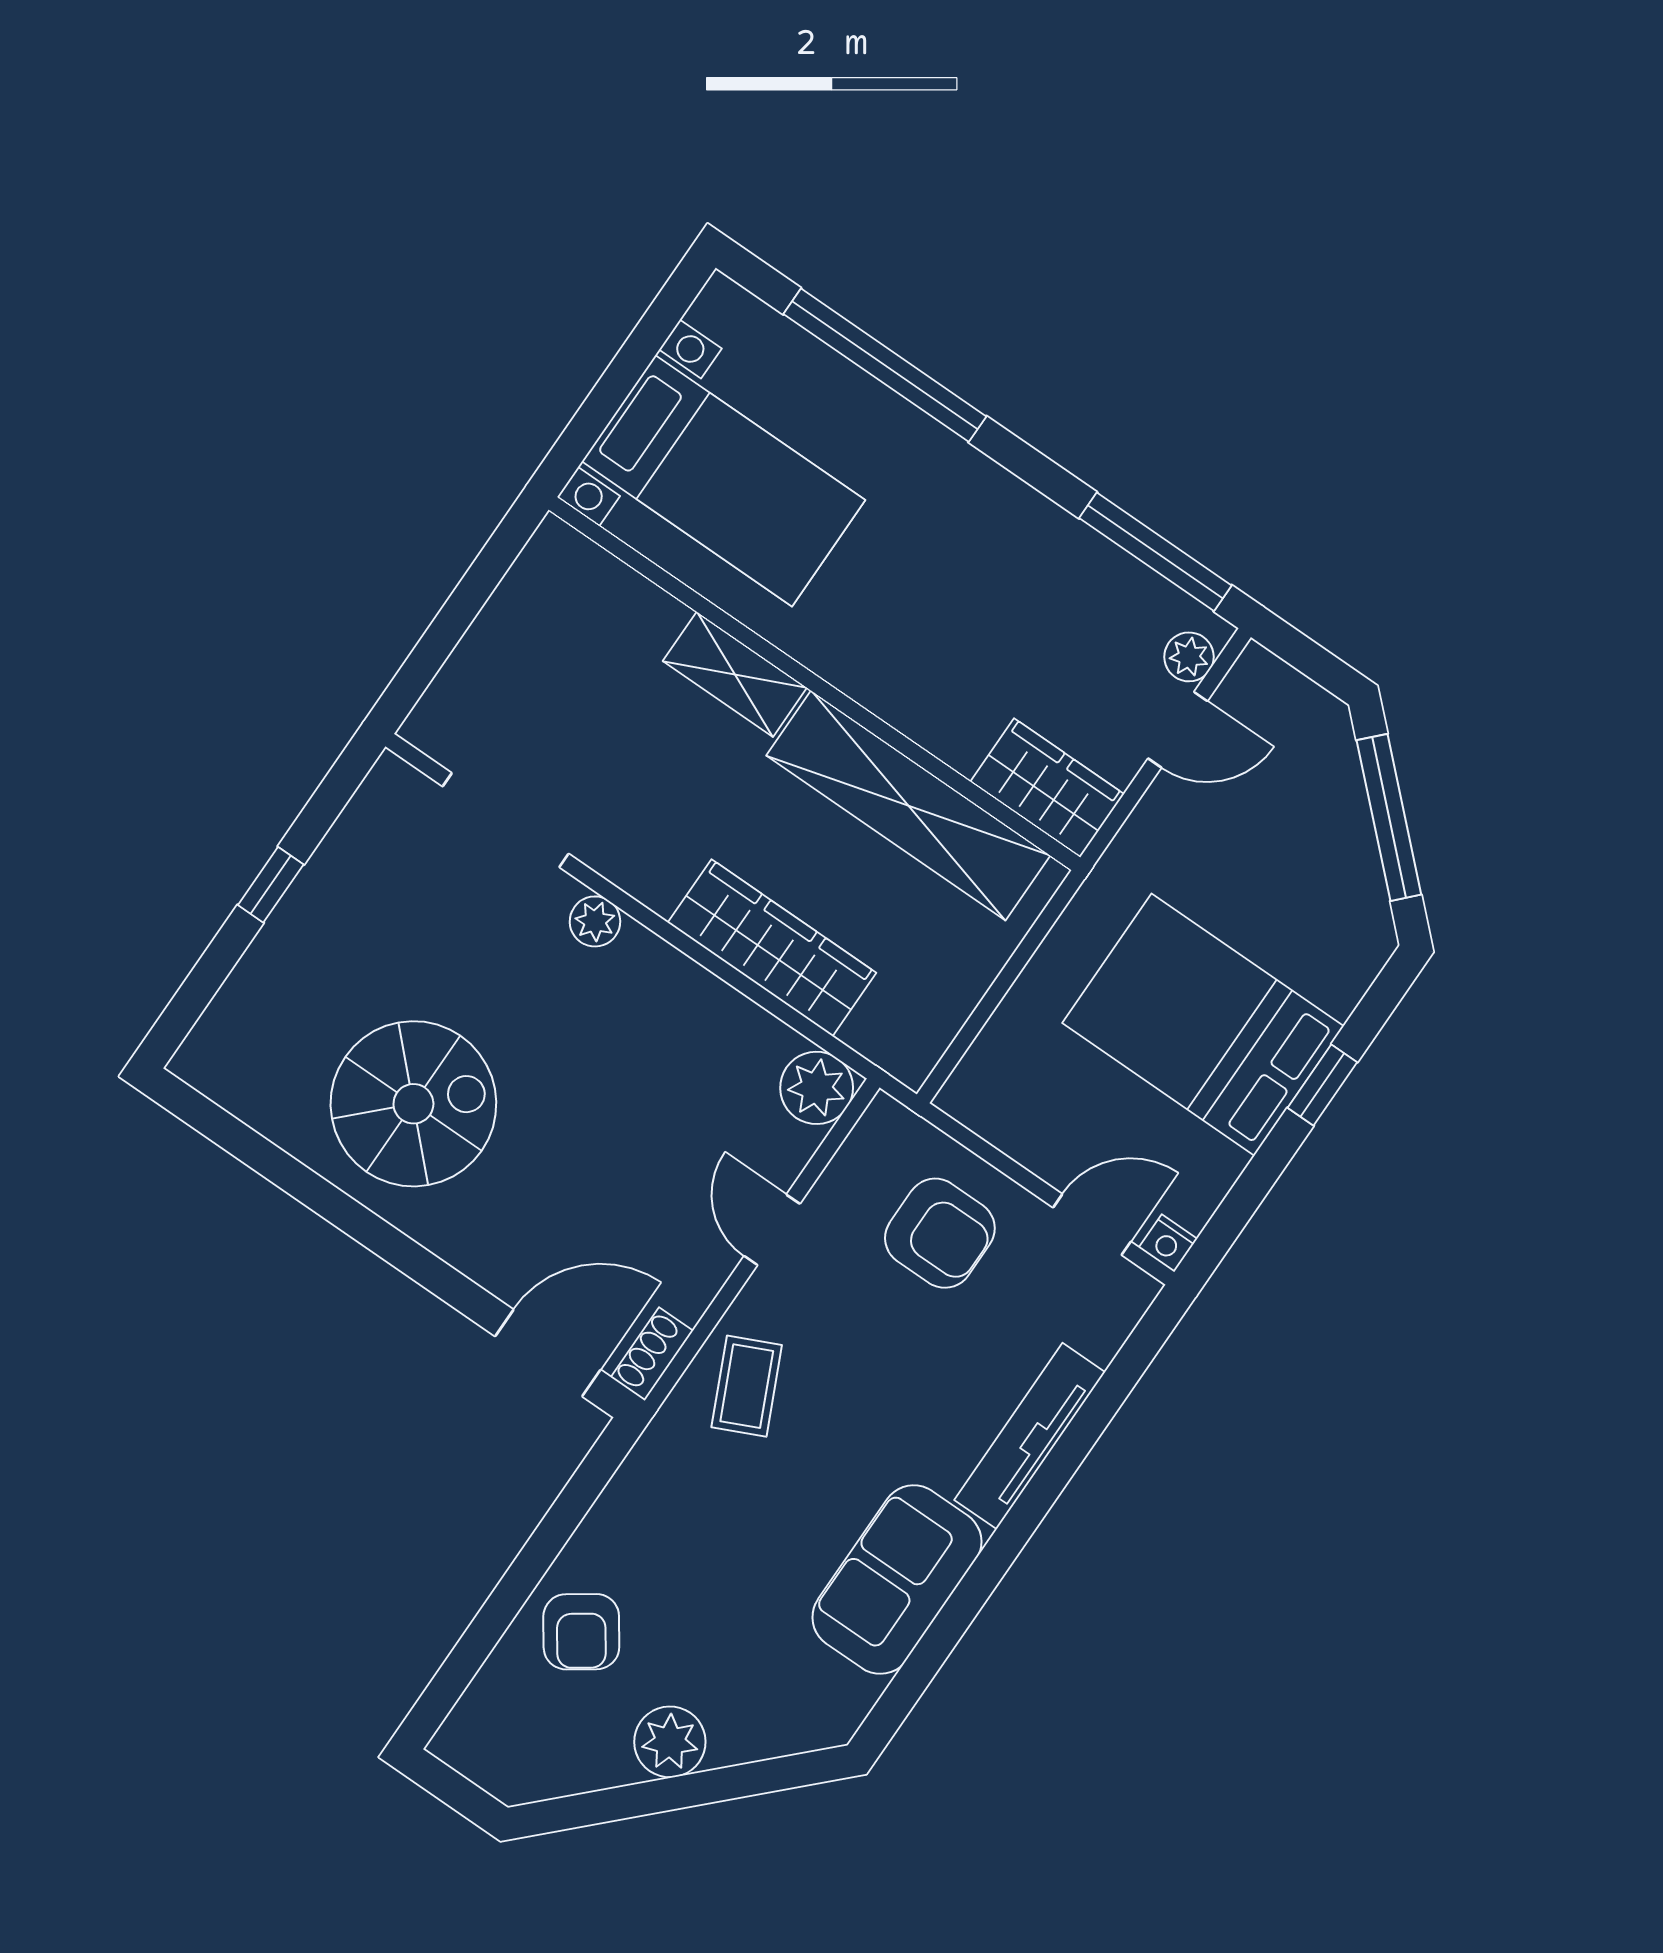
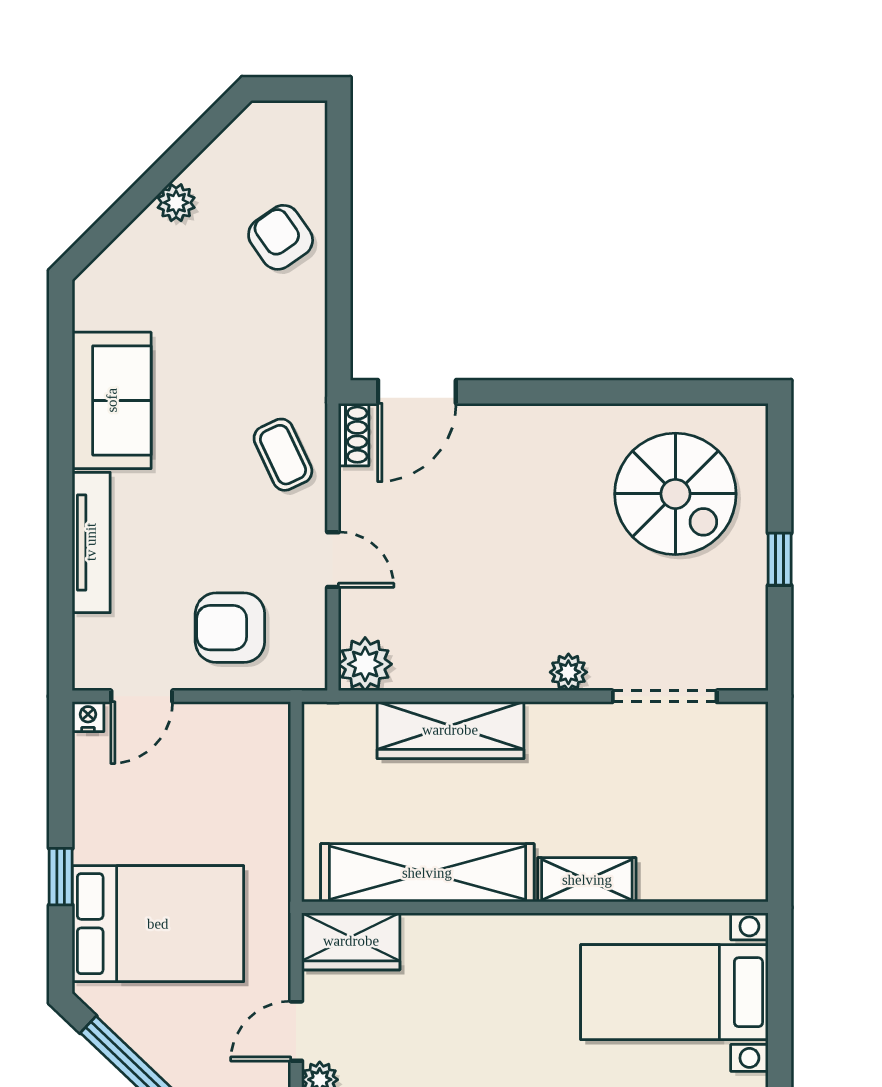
bed: (1203, 1025) -> (158, 924), moved
spiral stairs: (413, 1104) -> (675, 494), moved, turned -90
plant: (670, 1742) -> (176, 203), width x0.73, depth x0.73

